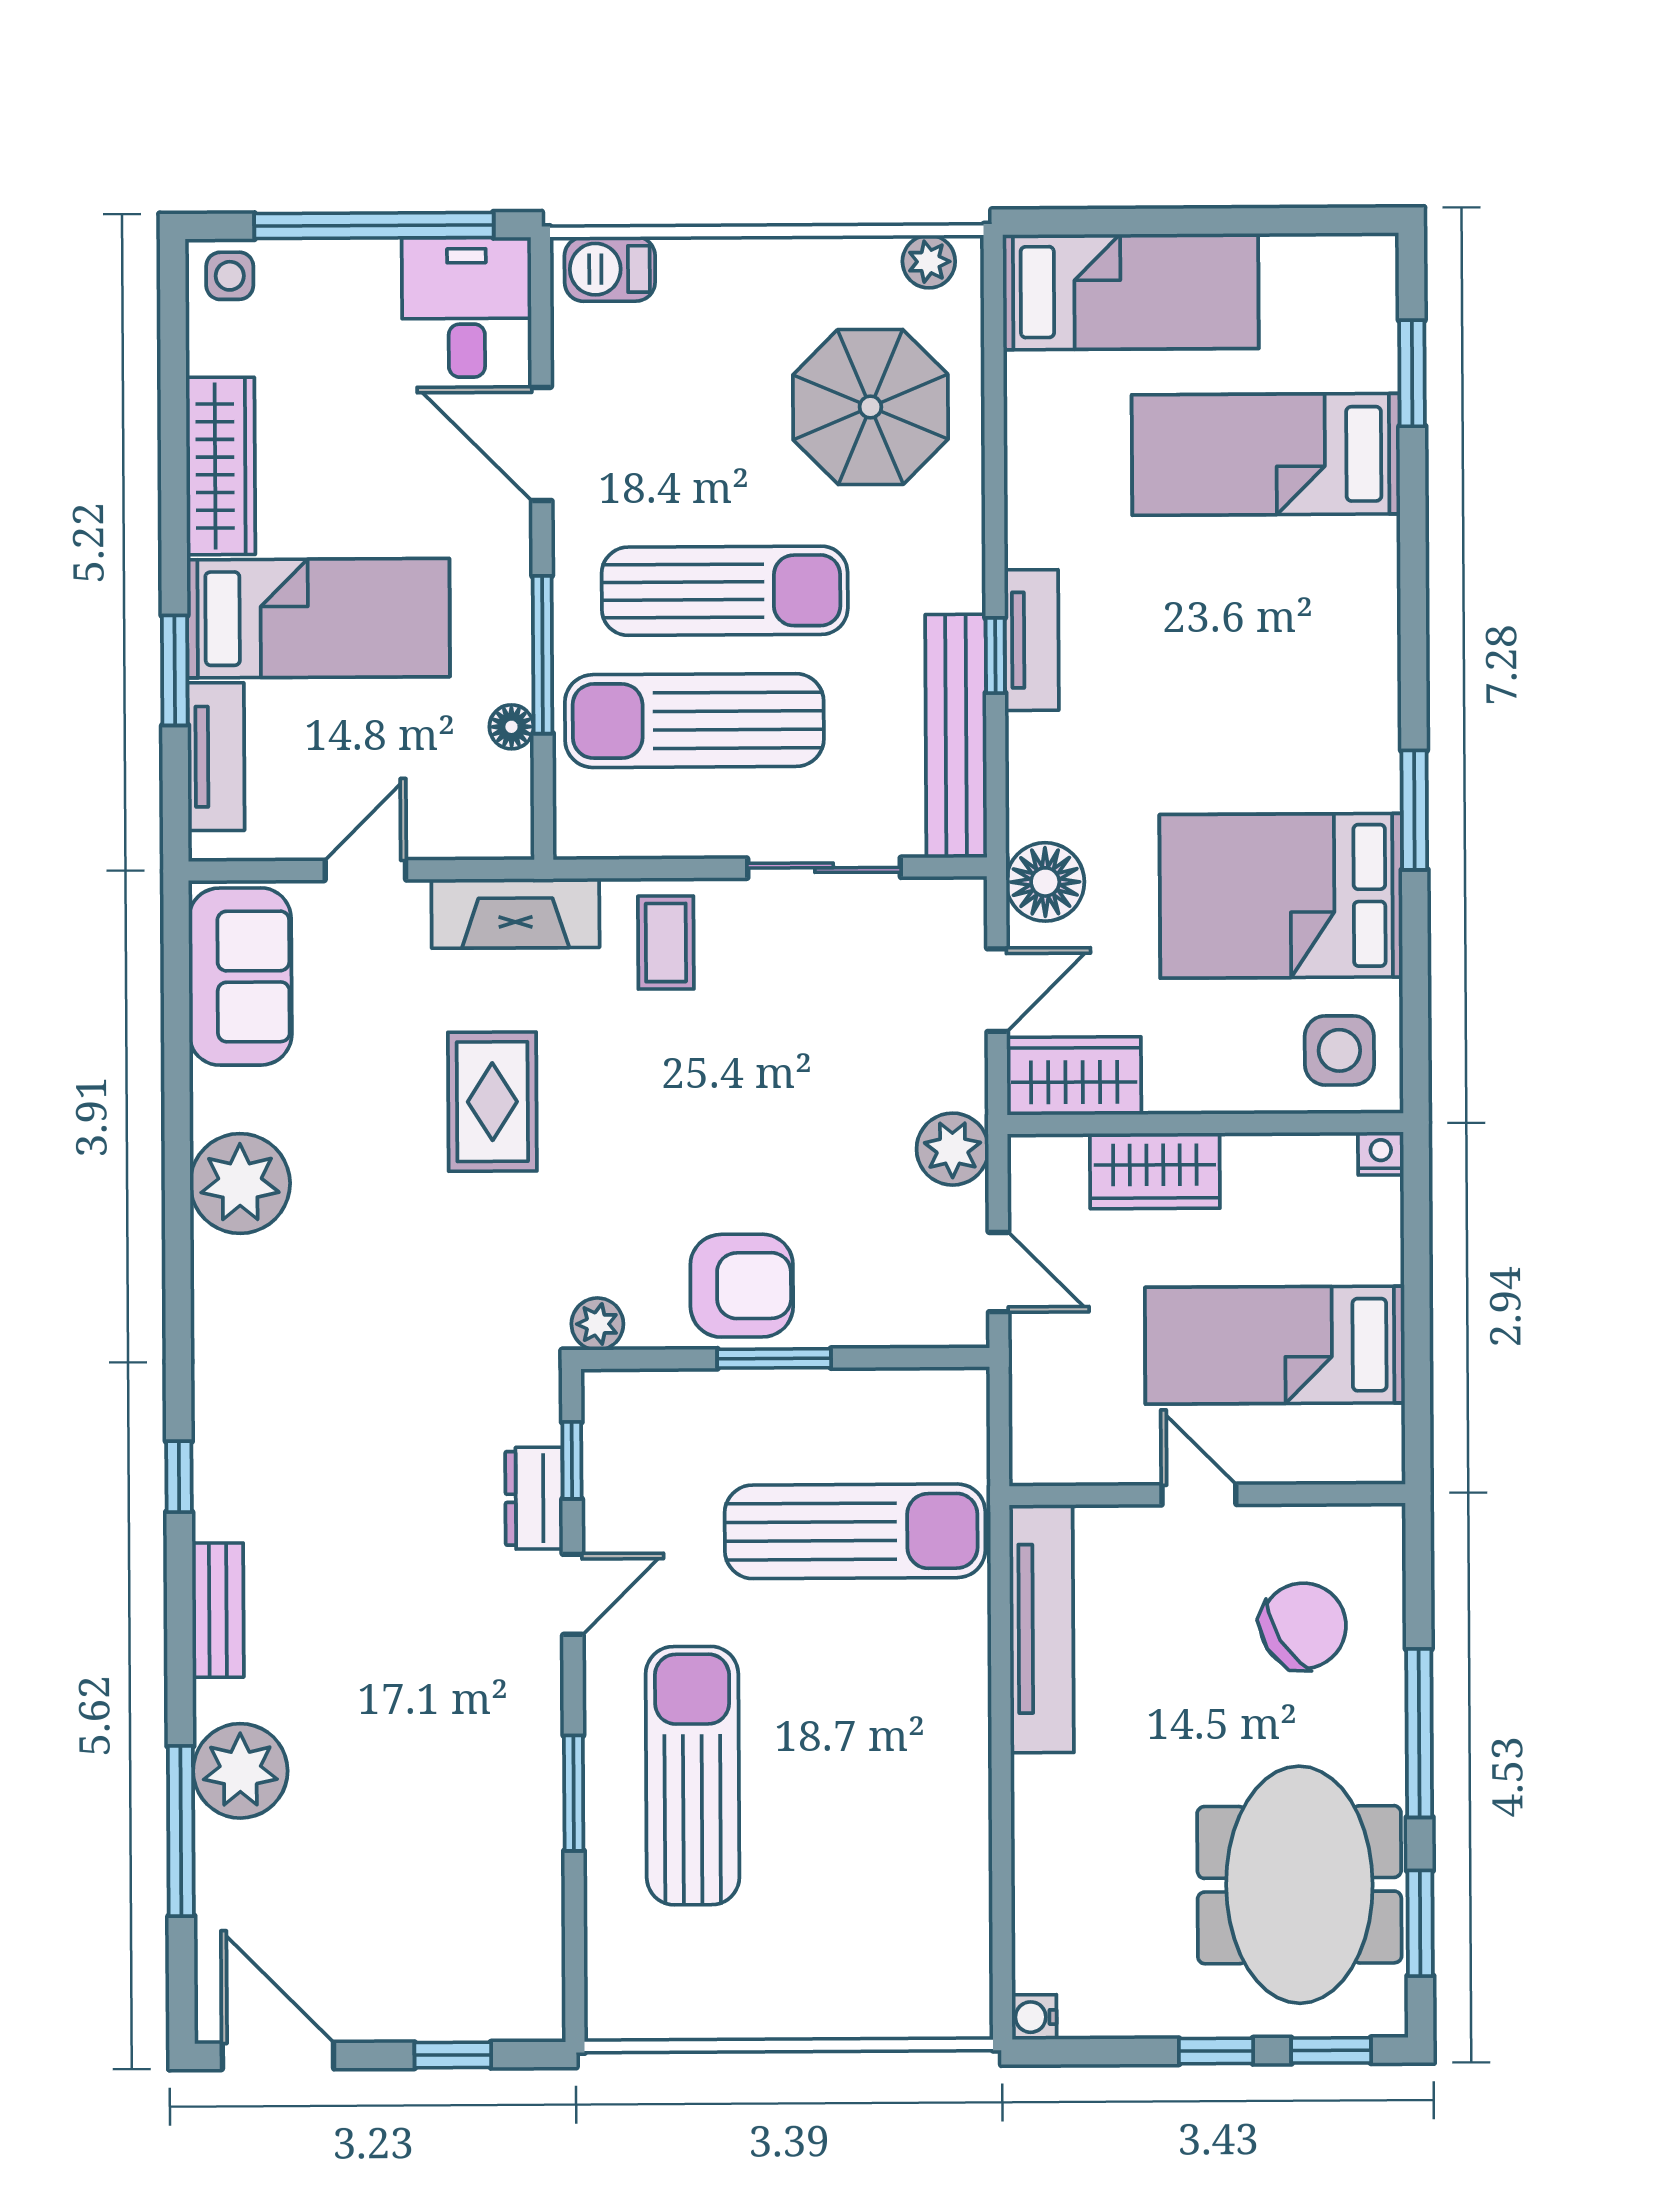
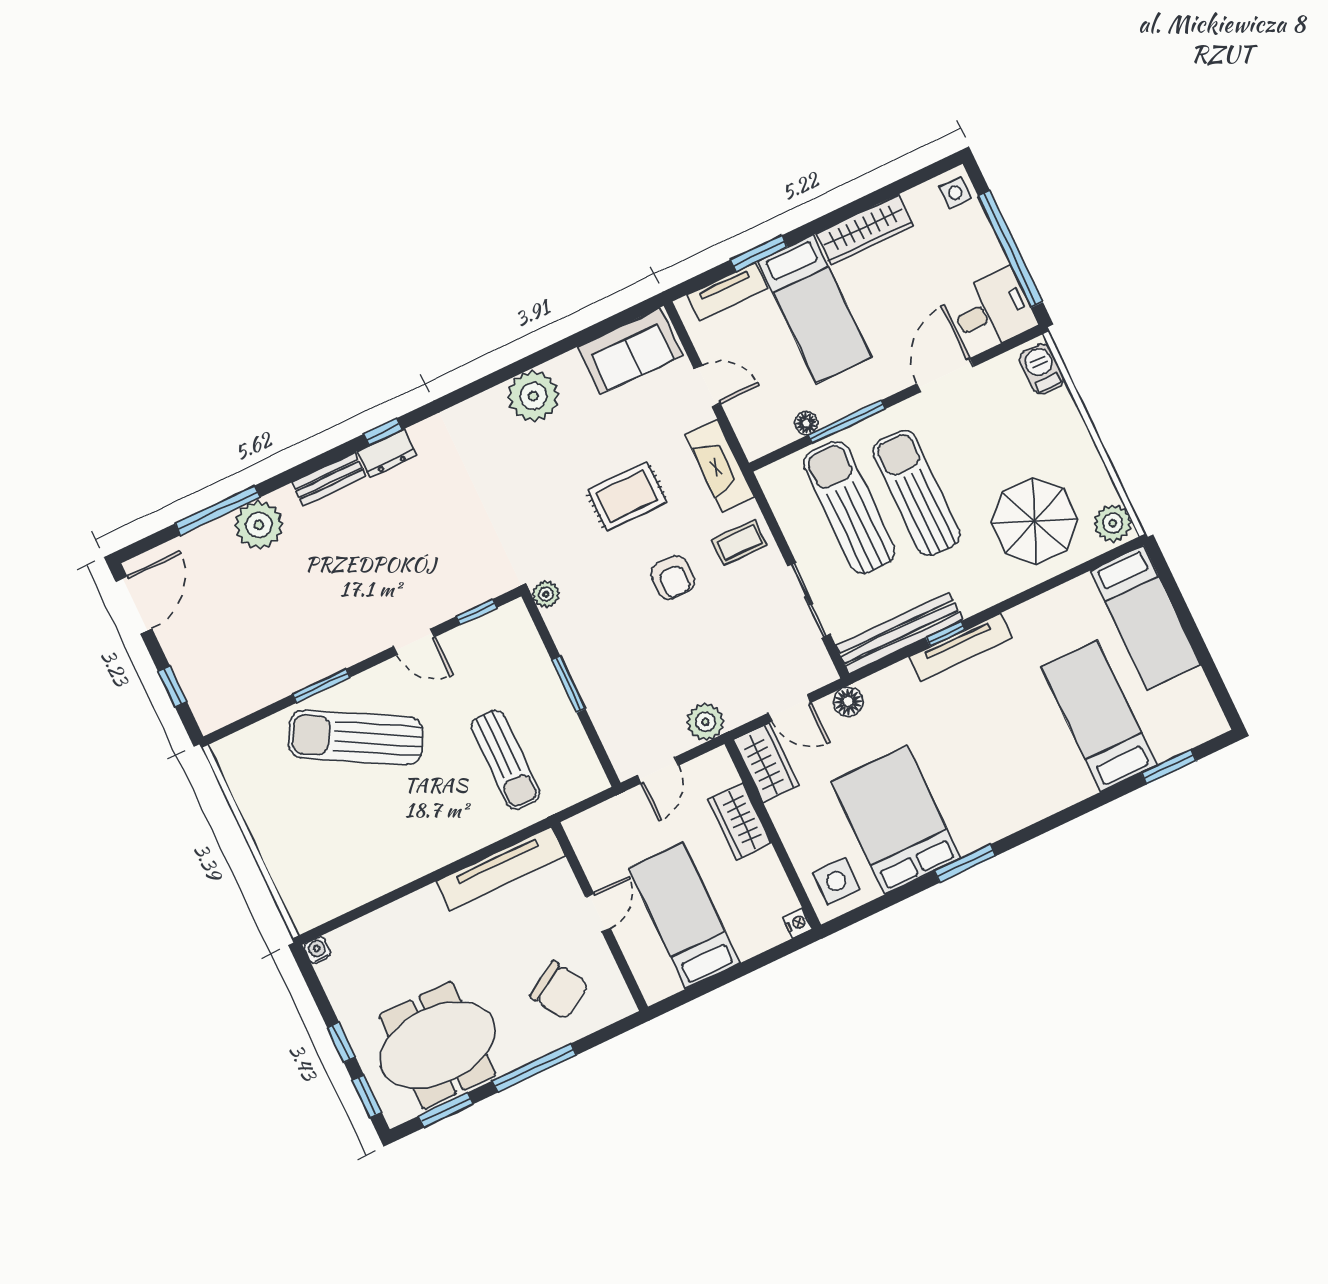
plant: (929, 262) -> (1113, 523), width x1.38, depth x1.38
sun lounger: (725, 591) -> (917, 493), turned 180
tv unit: (1032, 640) -> (961, 647), width x1.41
floor lamp: (1045, 882) -> (848, 702), width x0.73, depth x0.73
armchair: (742, 1286) -> (673, 577), moved, width x0.72, depth x0.72
dresser: (534, 1498) -> (387, 454), moved, turned 180
sun lounger: (855, 1531) -> (505, 760), width x0.73, depth x0.75
sun lounger: (692, 1776) -> (356, 737), turned -151

